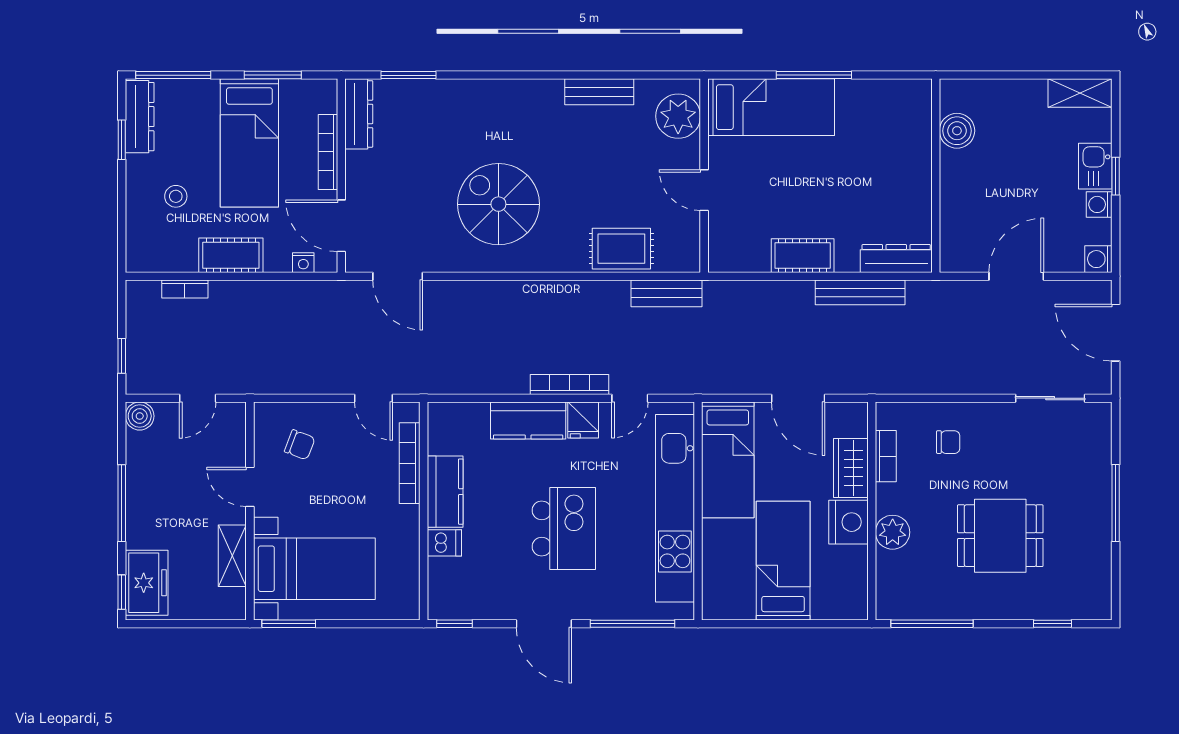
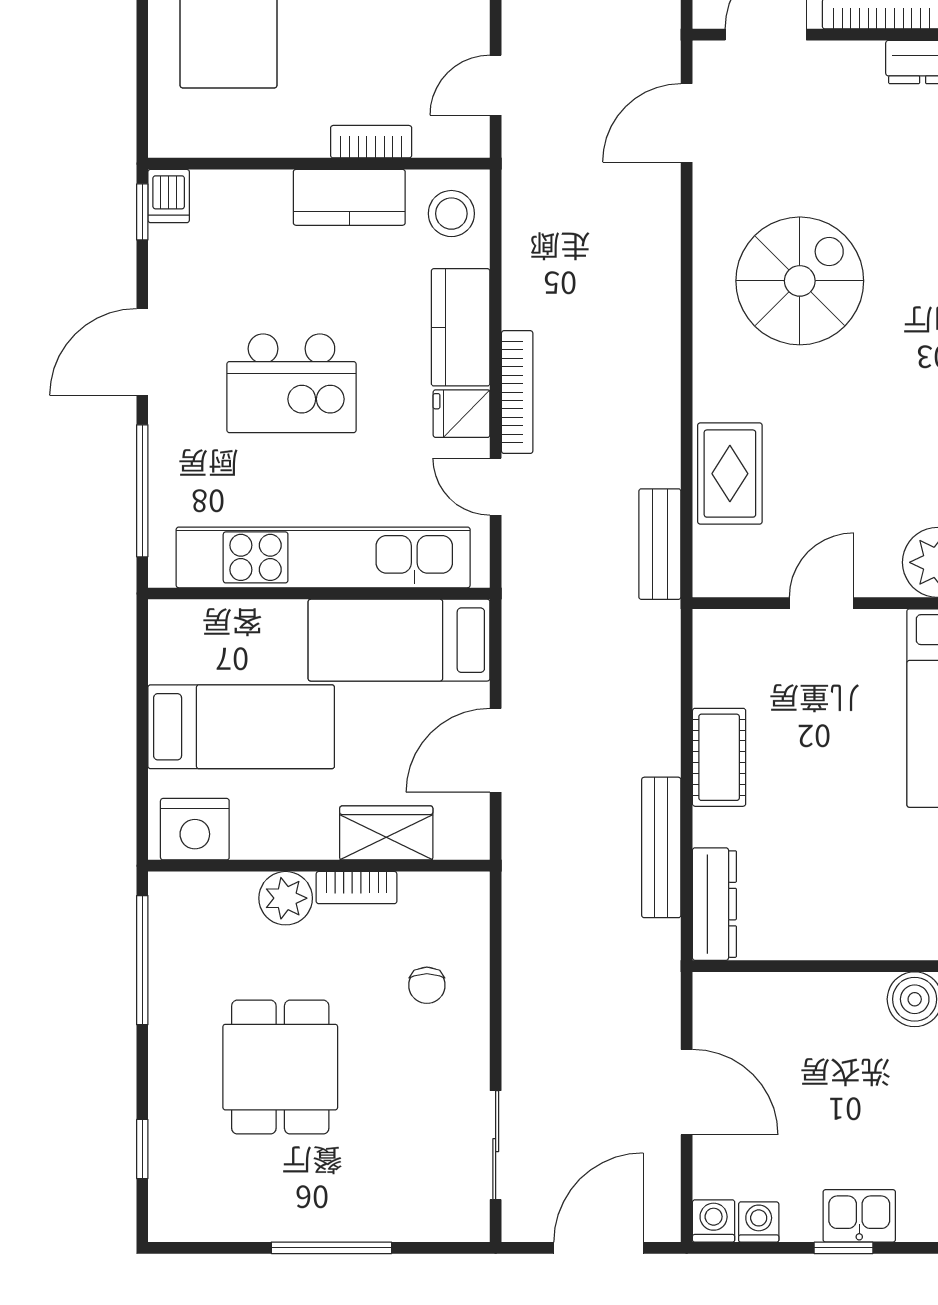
washing machine: (1099, 204) -> (759, 1222), moved
stool: (455, 426) -> (451, 214), added
bookcase: (886, 456) -> (357, 888), moved
bookcase: (410, 463) -> (371, 142), width x0.64
nightstand: (848, 522) -> (195, 829), moved
dishwasher: (444, 543) -> (169, 196), moved

